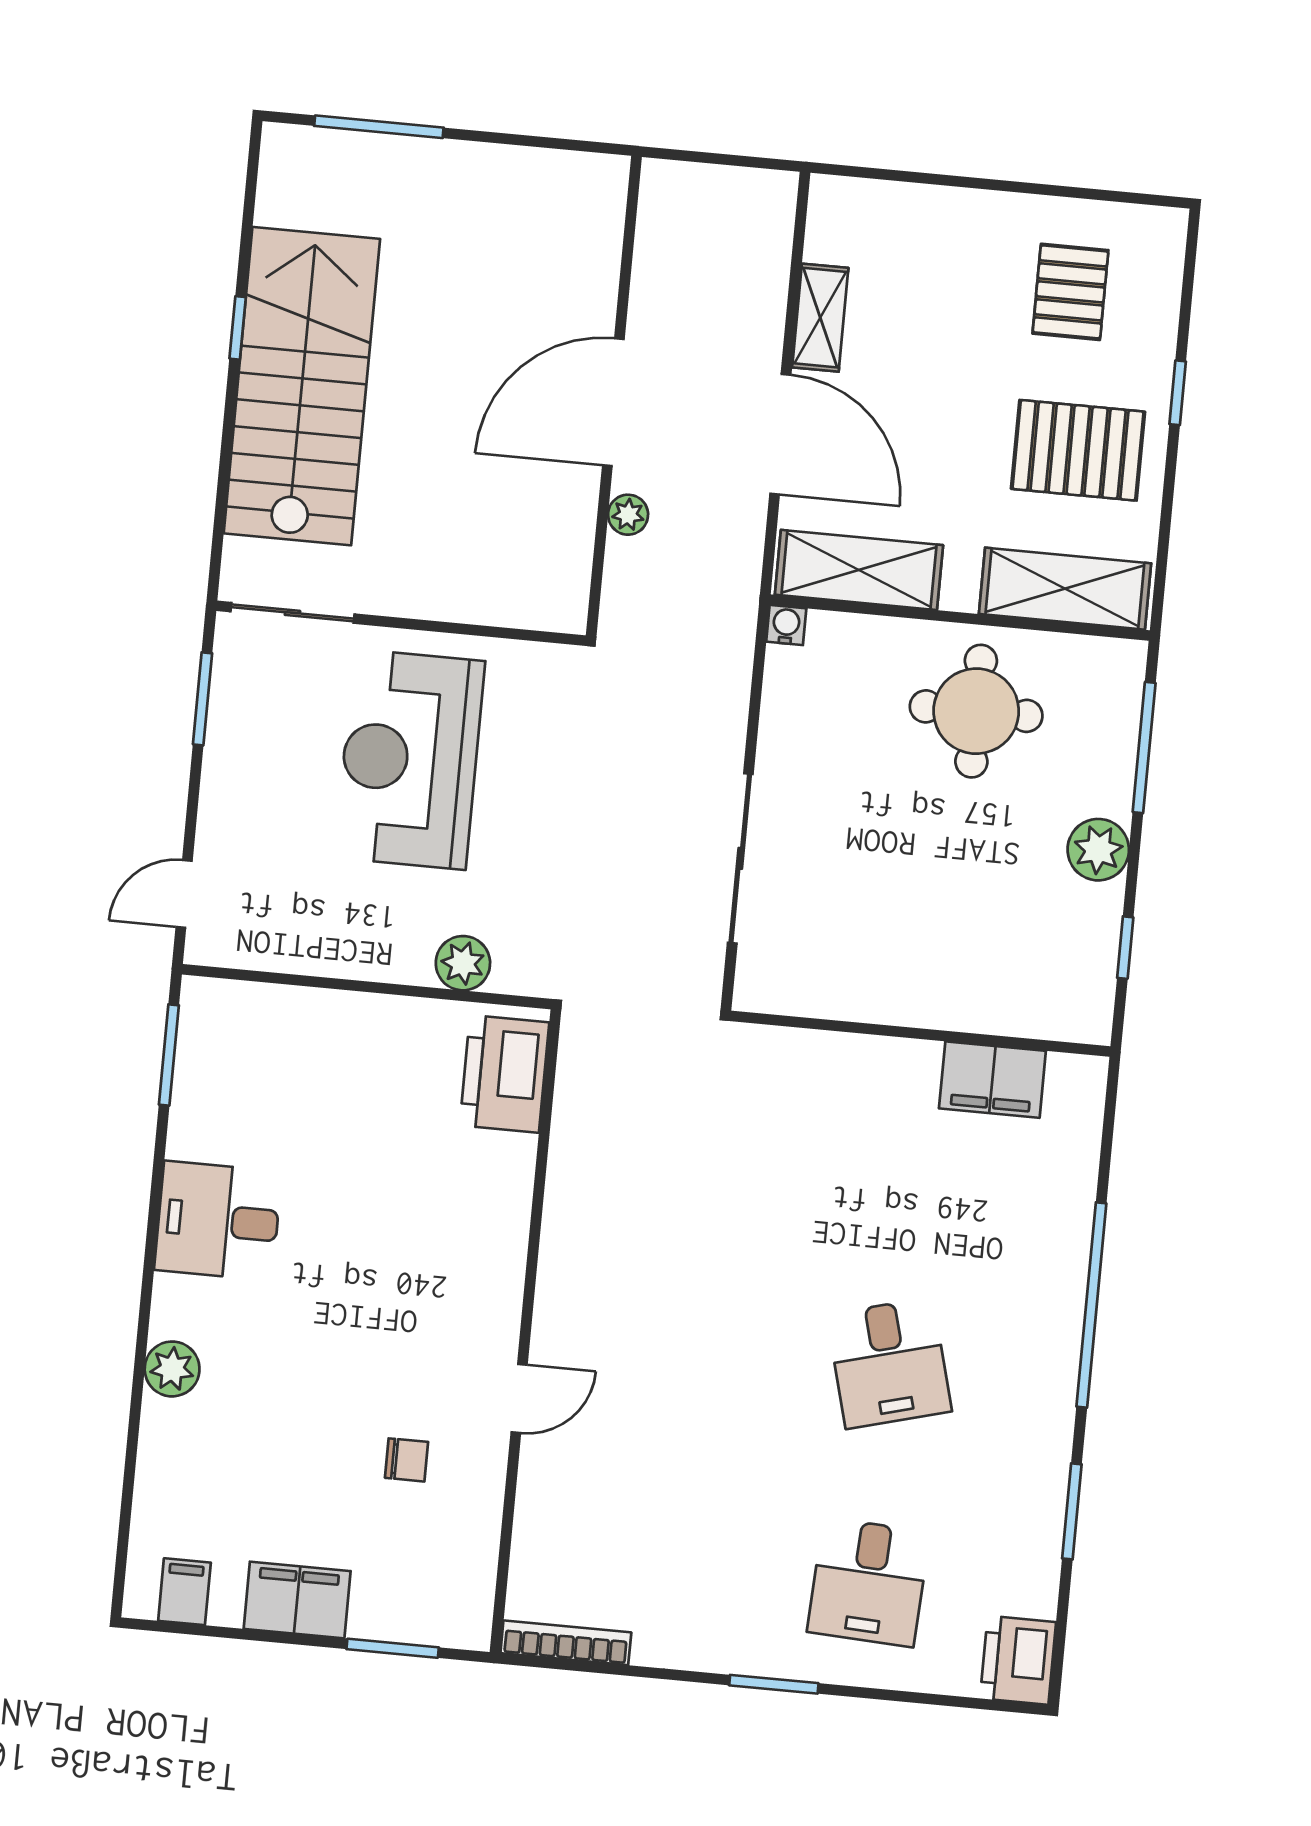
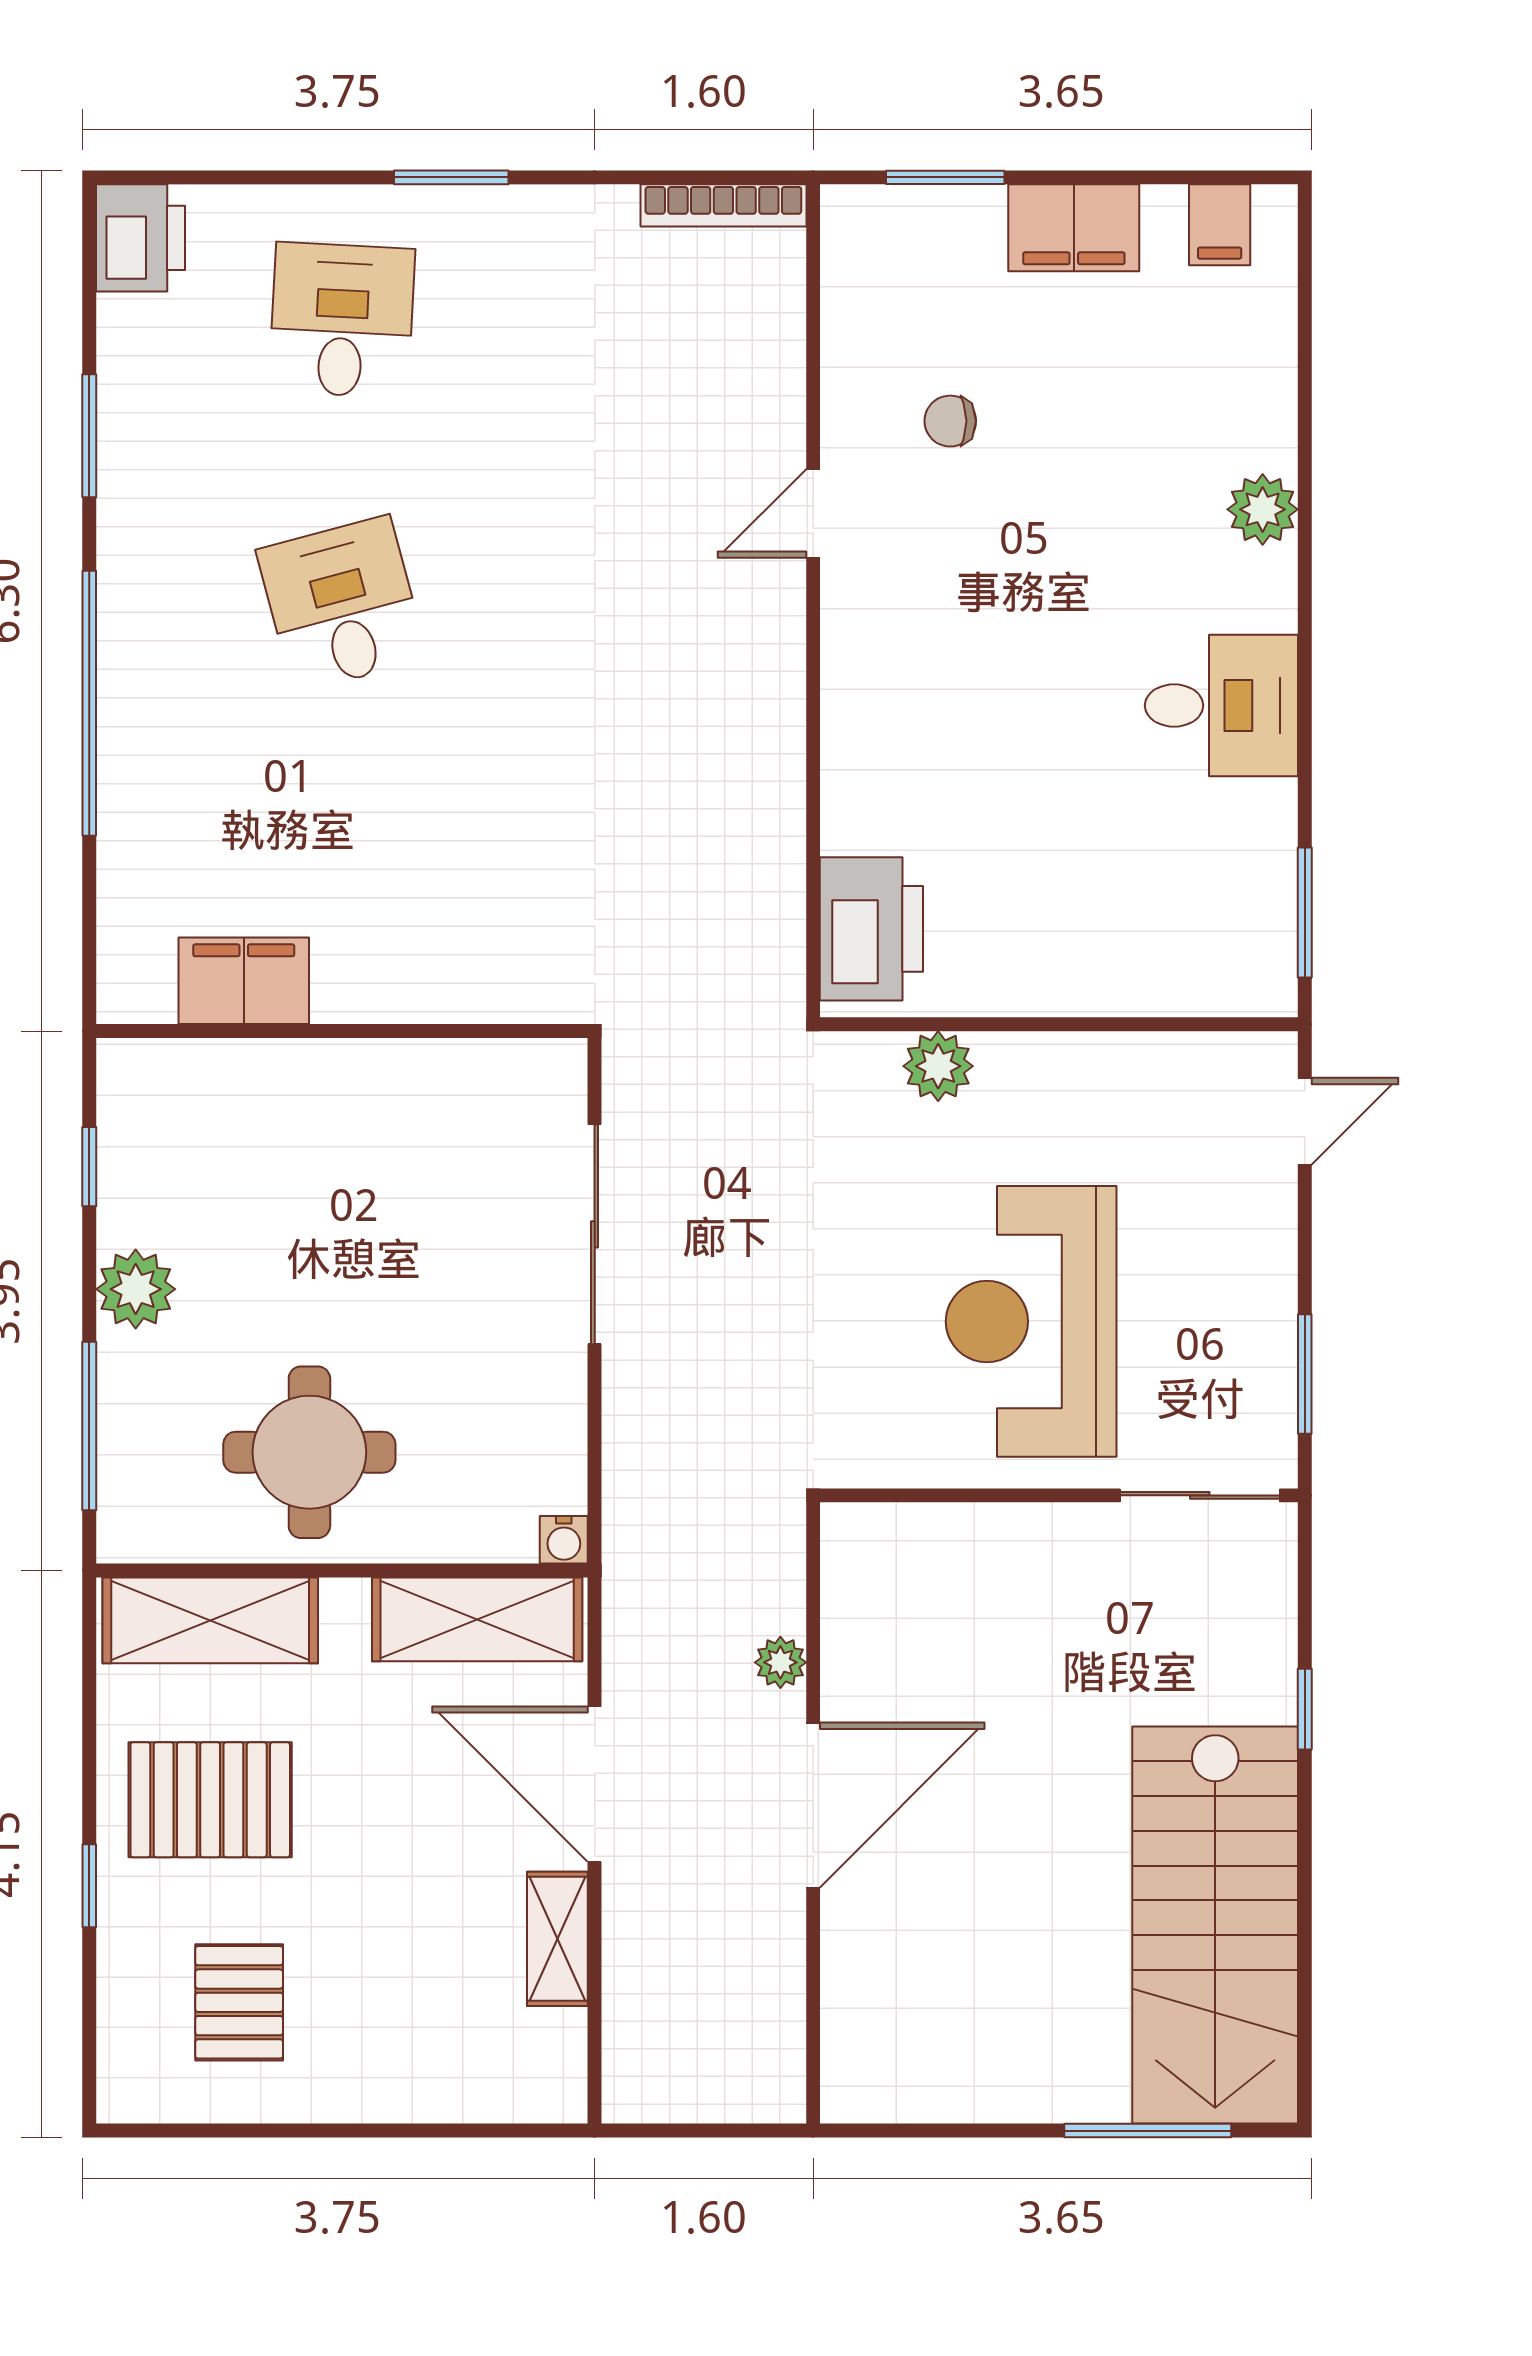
window: (238, 328) -> (1305, 1709), moved
stairs: (302, 386) -> (1215, 1925), moved
reception desk: (410, 759) -> (1031, 1321), turned 180

